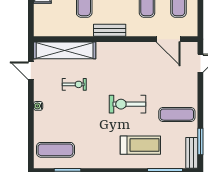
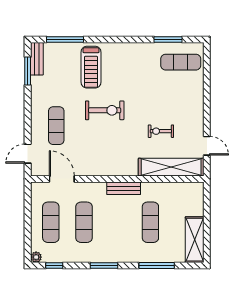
water cooler: (38, 106) -> (199, 108), removed
exercise mat: (177, 115) -> (56, 126), moved, turned 90
treadmill: (140, 145) -> (91, 67), turned -90

